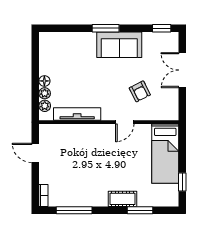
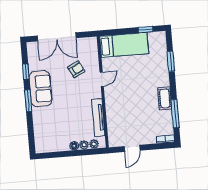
window: (162, 28) -> (26, 71), moved
double door: (182, 70) -> (57, 37), width x1.37
door: (125, 122) -> (102, 79), hinge flipped
cot: (122, 199) -> (165, 98), moved

